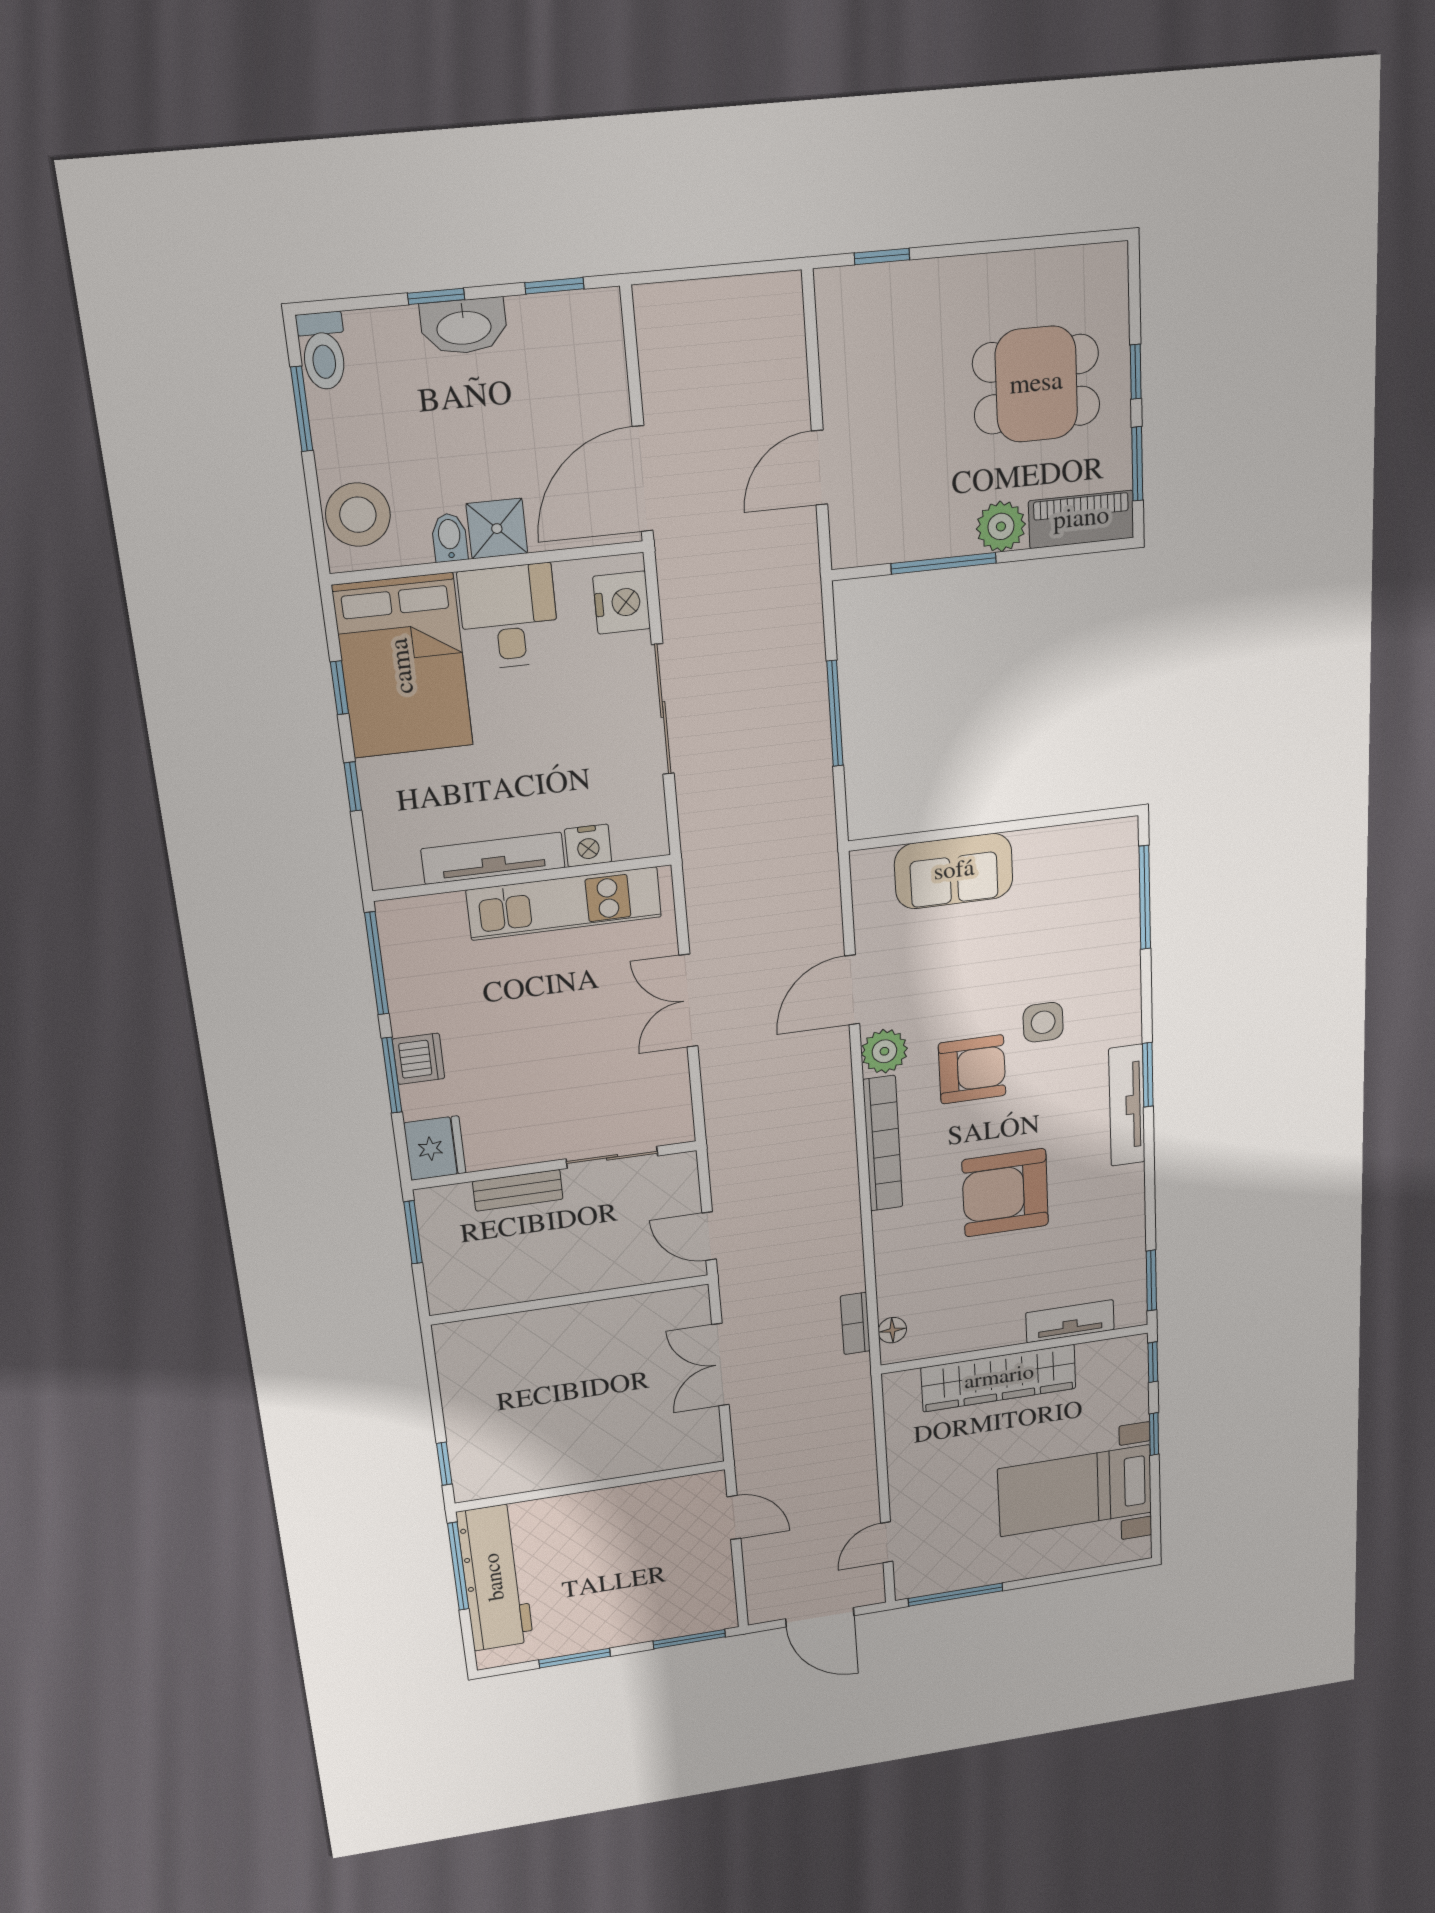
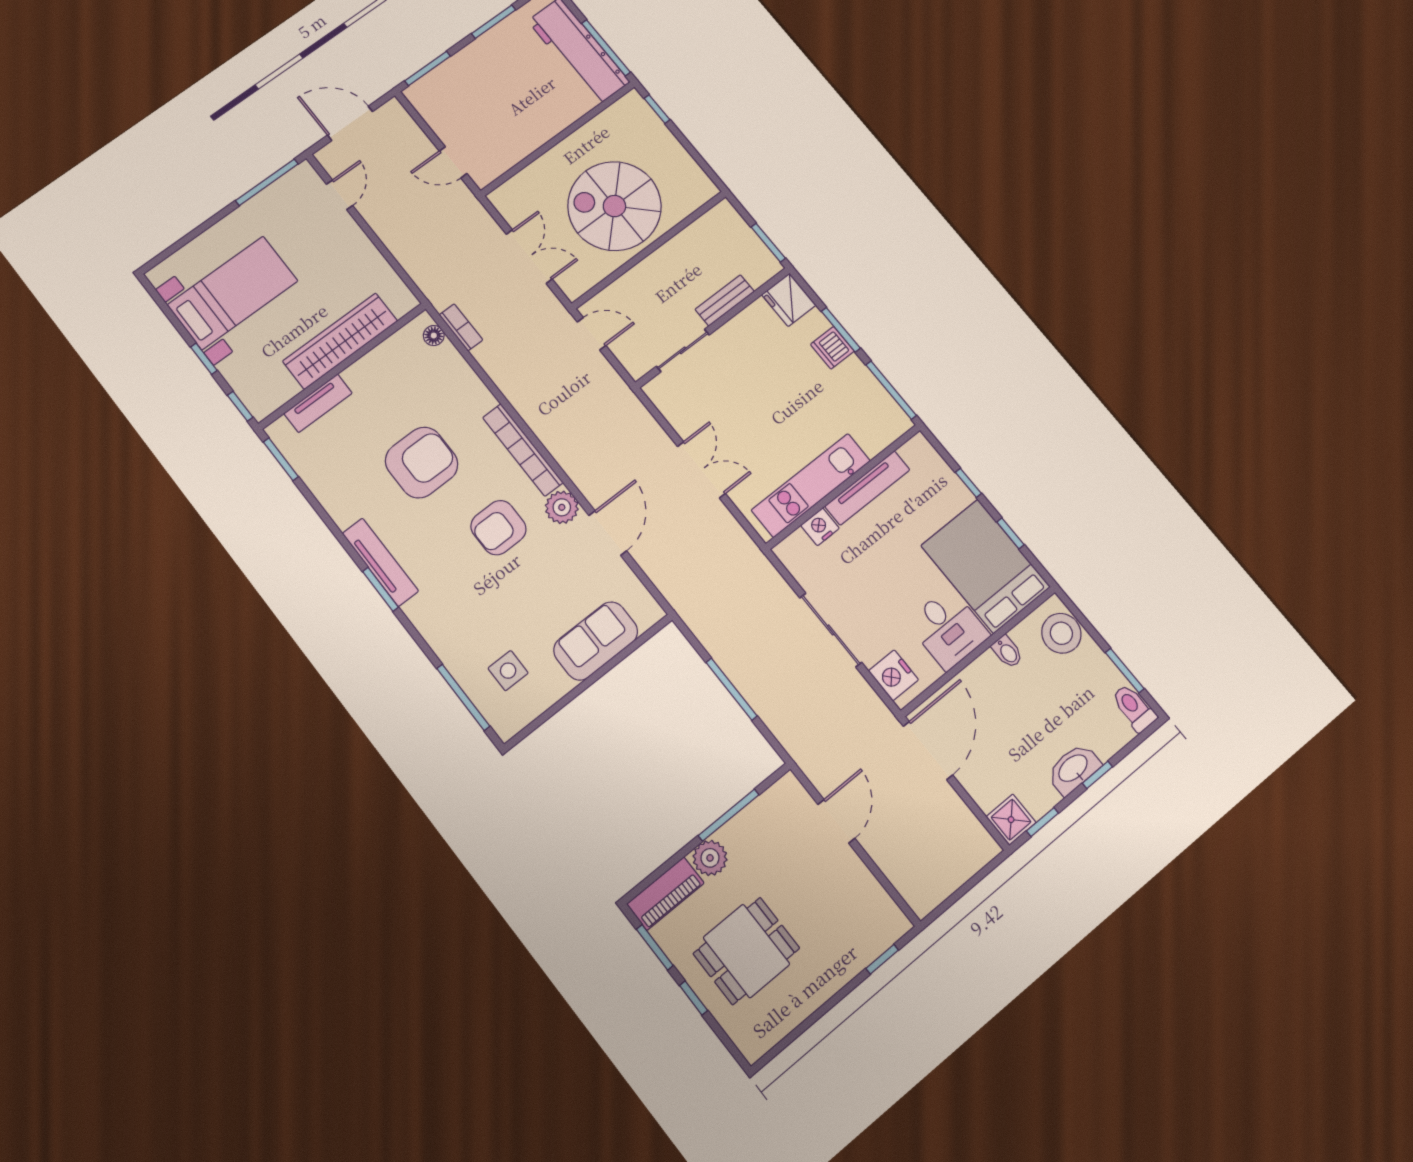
shower: (497, 529) -> (1011, 820), moved
side table: (1043, 1022) -> (508, 671), moved
spiral stairs: (577, 1373) -> (614, 206), added

